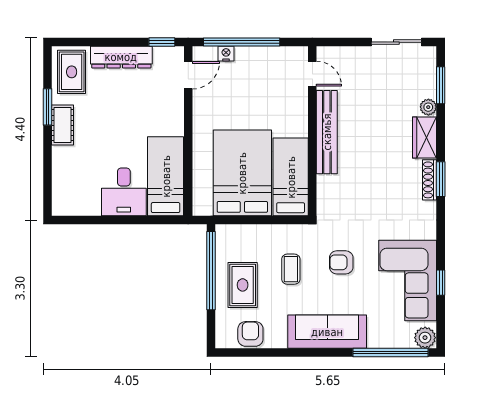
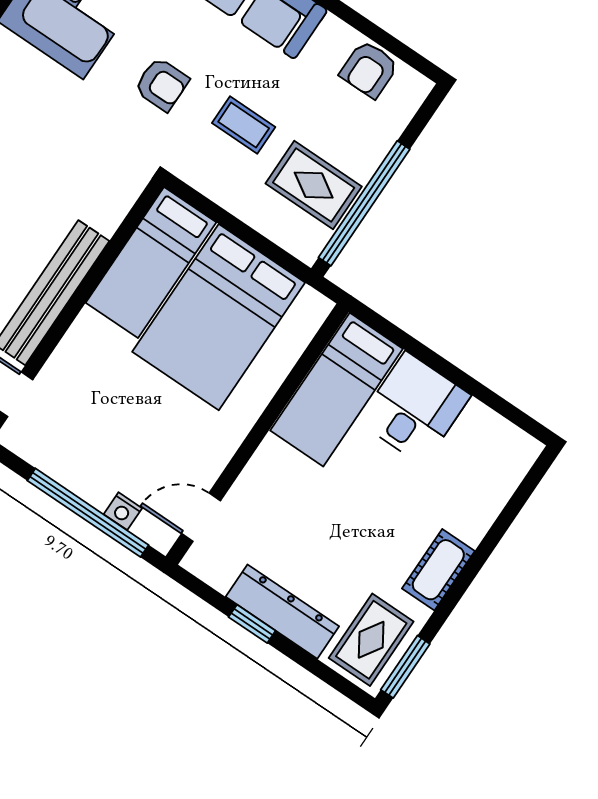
window: (162, 42) -> (252, 624), moved
window: (47, 107) -> (405, 667), moved
coffee table: (291, 269) -> (244, 125), turned 90
rug: (243, 285) -> (314, 185), moved, turned 90

